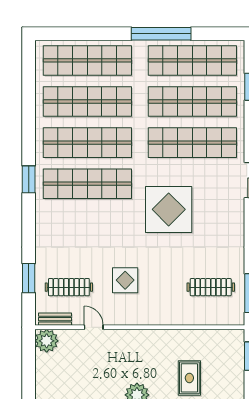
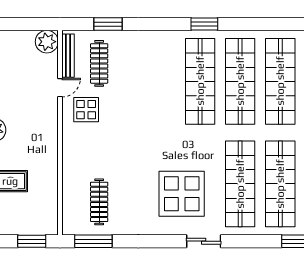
display table: (169, 209) -> (182, 194), moved
display table: (125, 280) -> (86, 110), moved
bench: (55, 319) -> (68, 56), width x1.36

